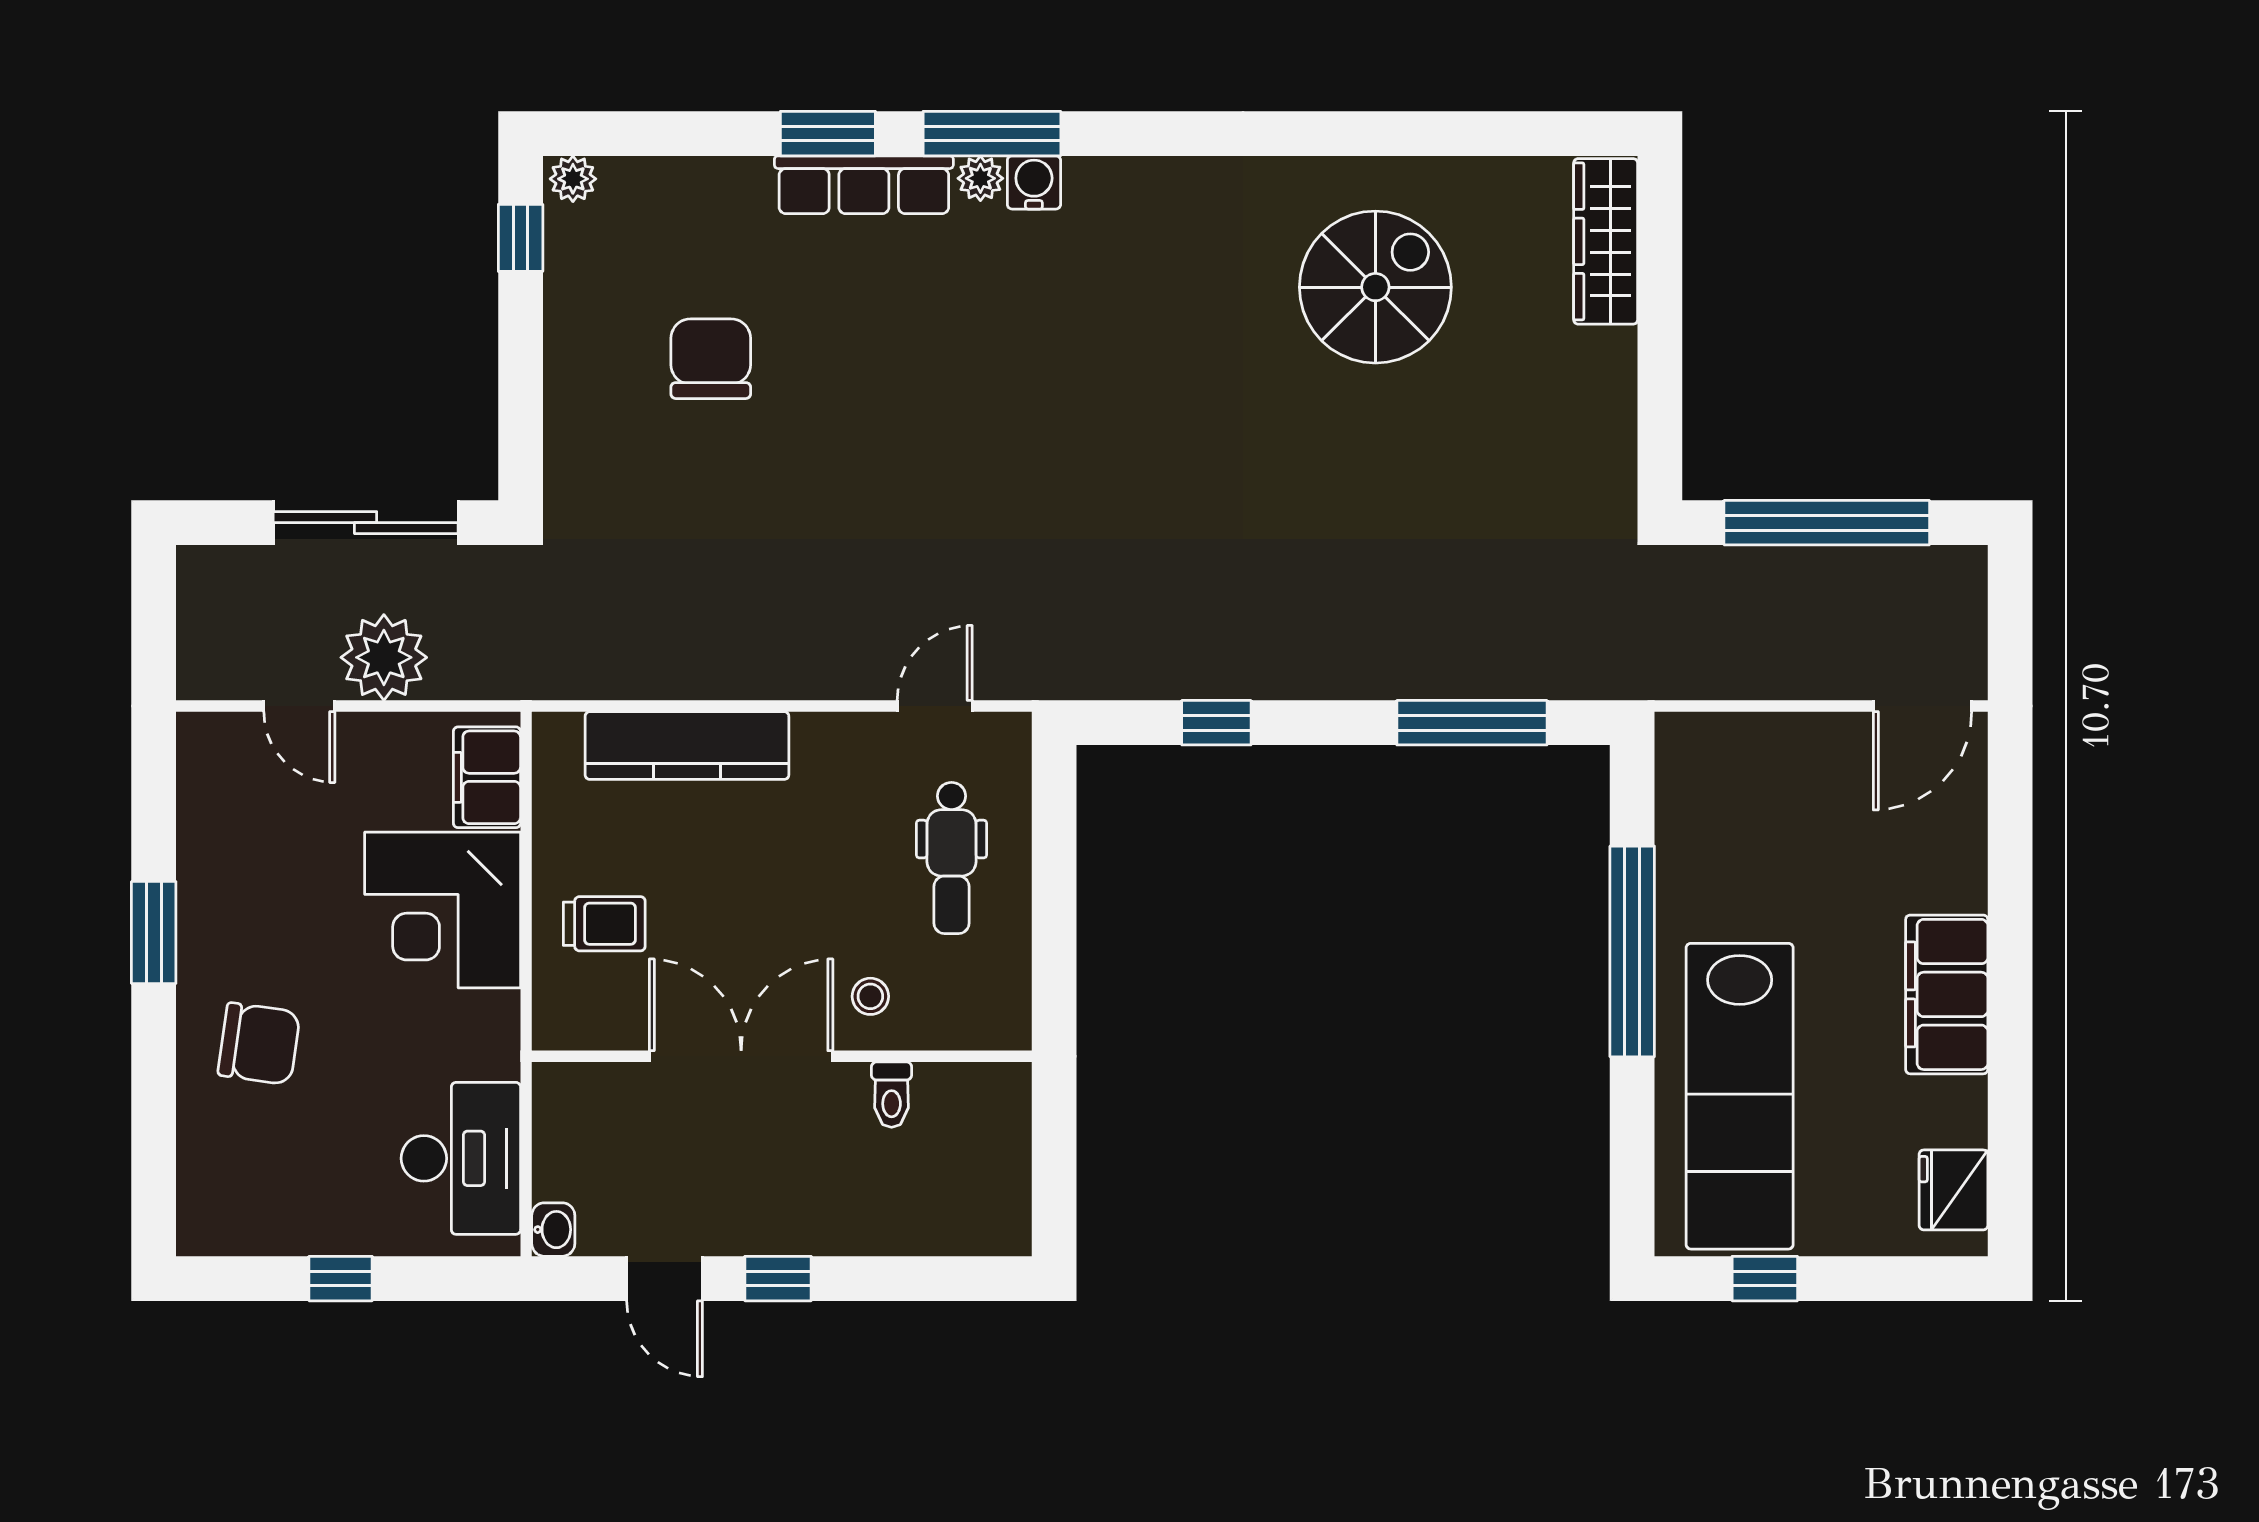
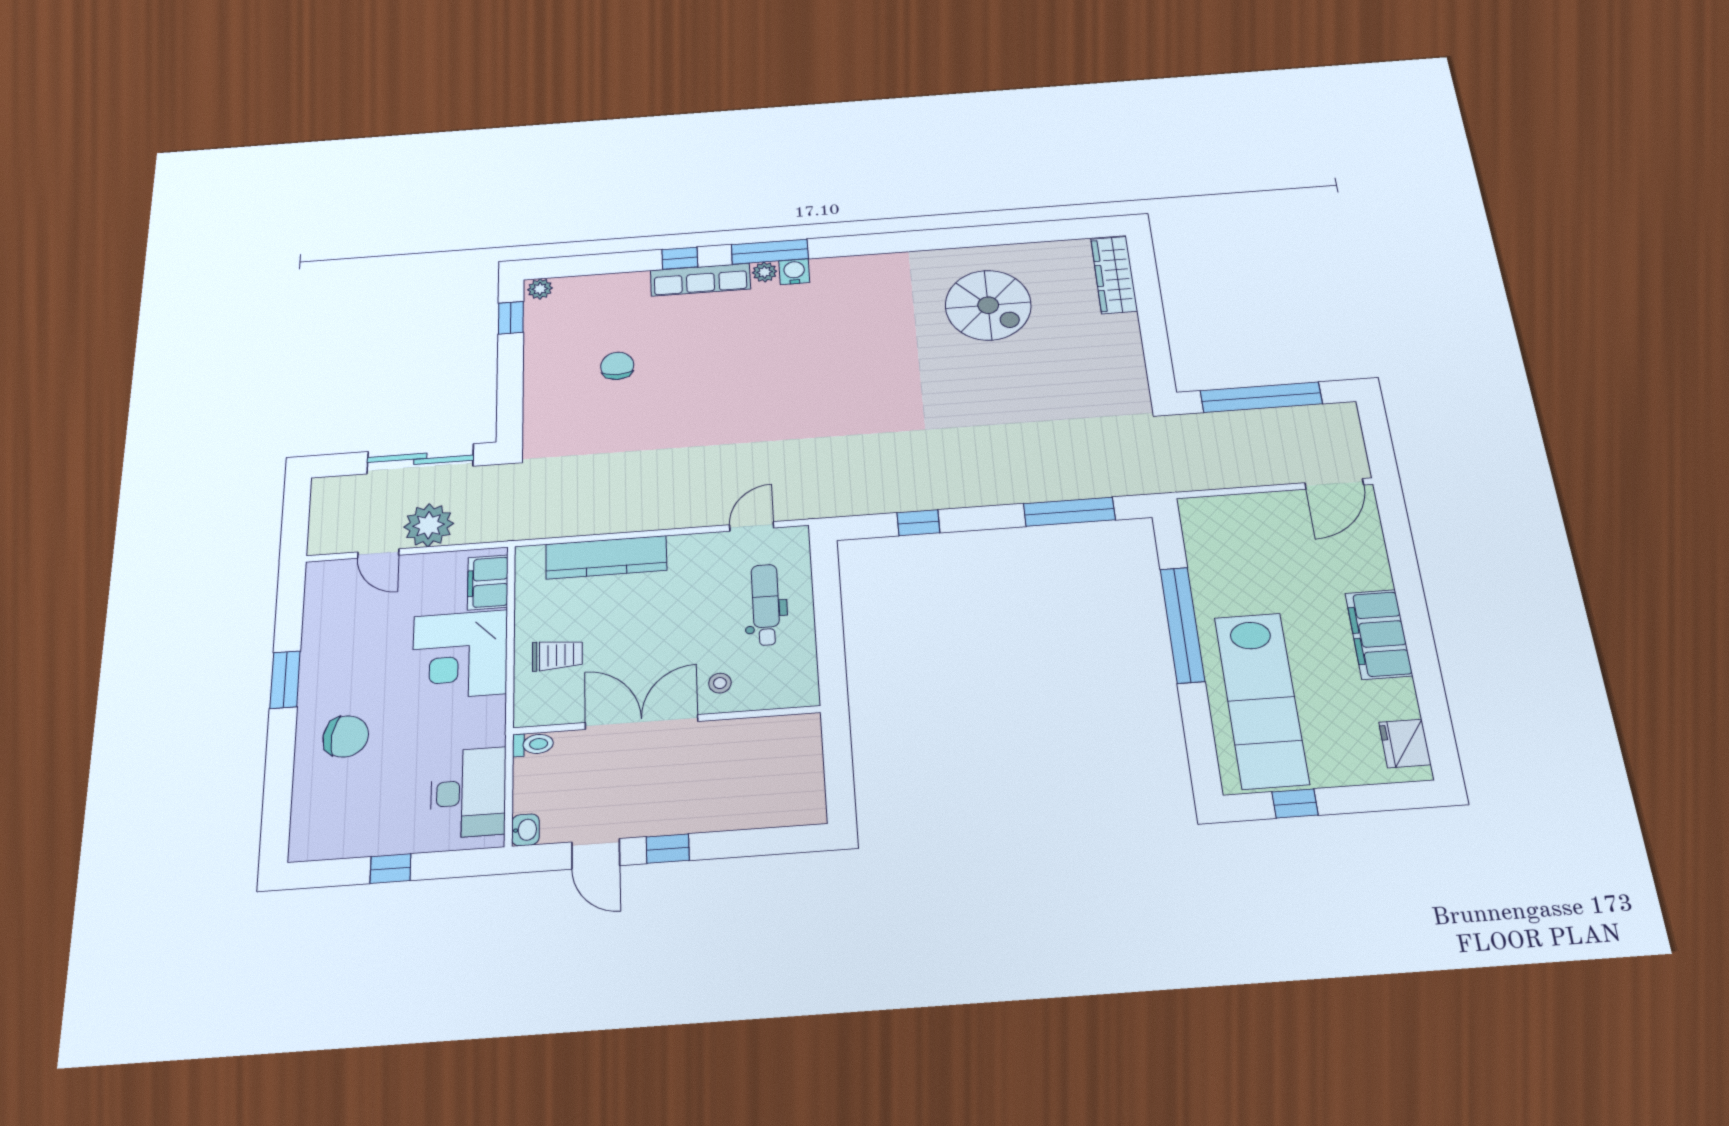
window: (828, 134) -> (680, 258), width x0.67
spiral stairs: (1375, 287) -> (988, 305), turned 90
chair: (711, 359) -> (617, 366), width x0.73, depth x0.73
dental chair: (952, 858) -> (766, 605), turned 180
toilet: (892, 1095) -> (533, 744), moved, turned -90

